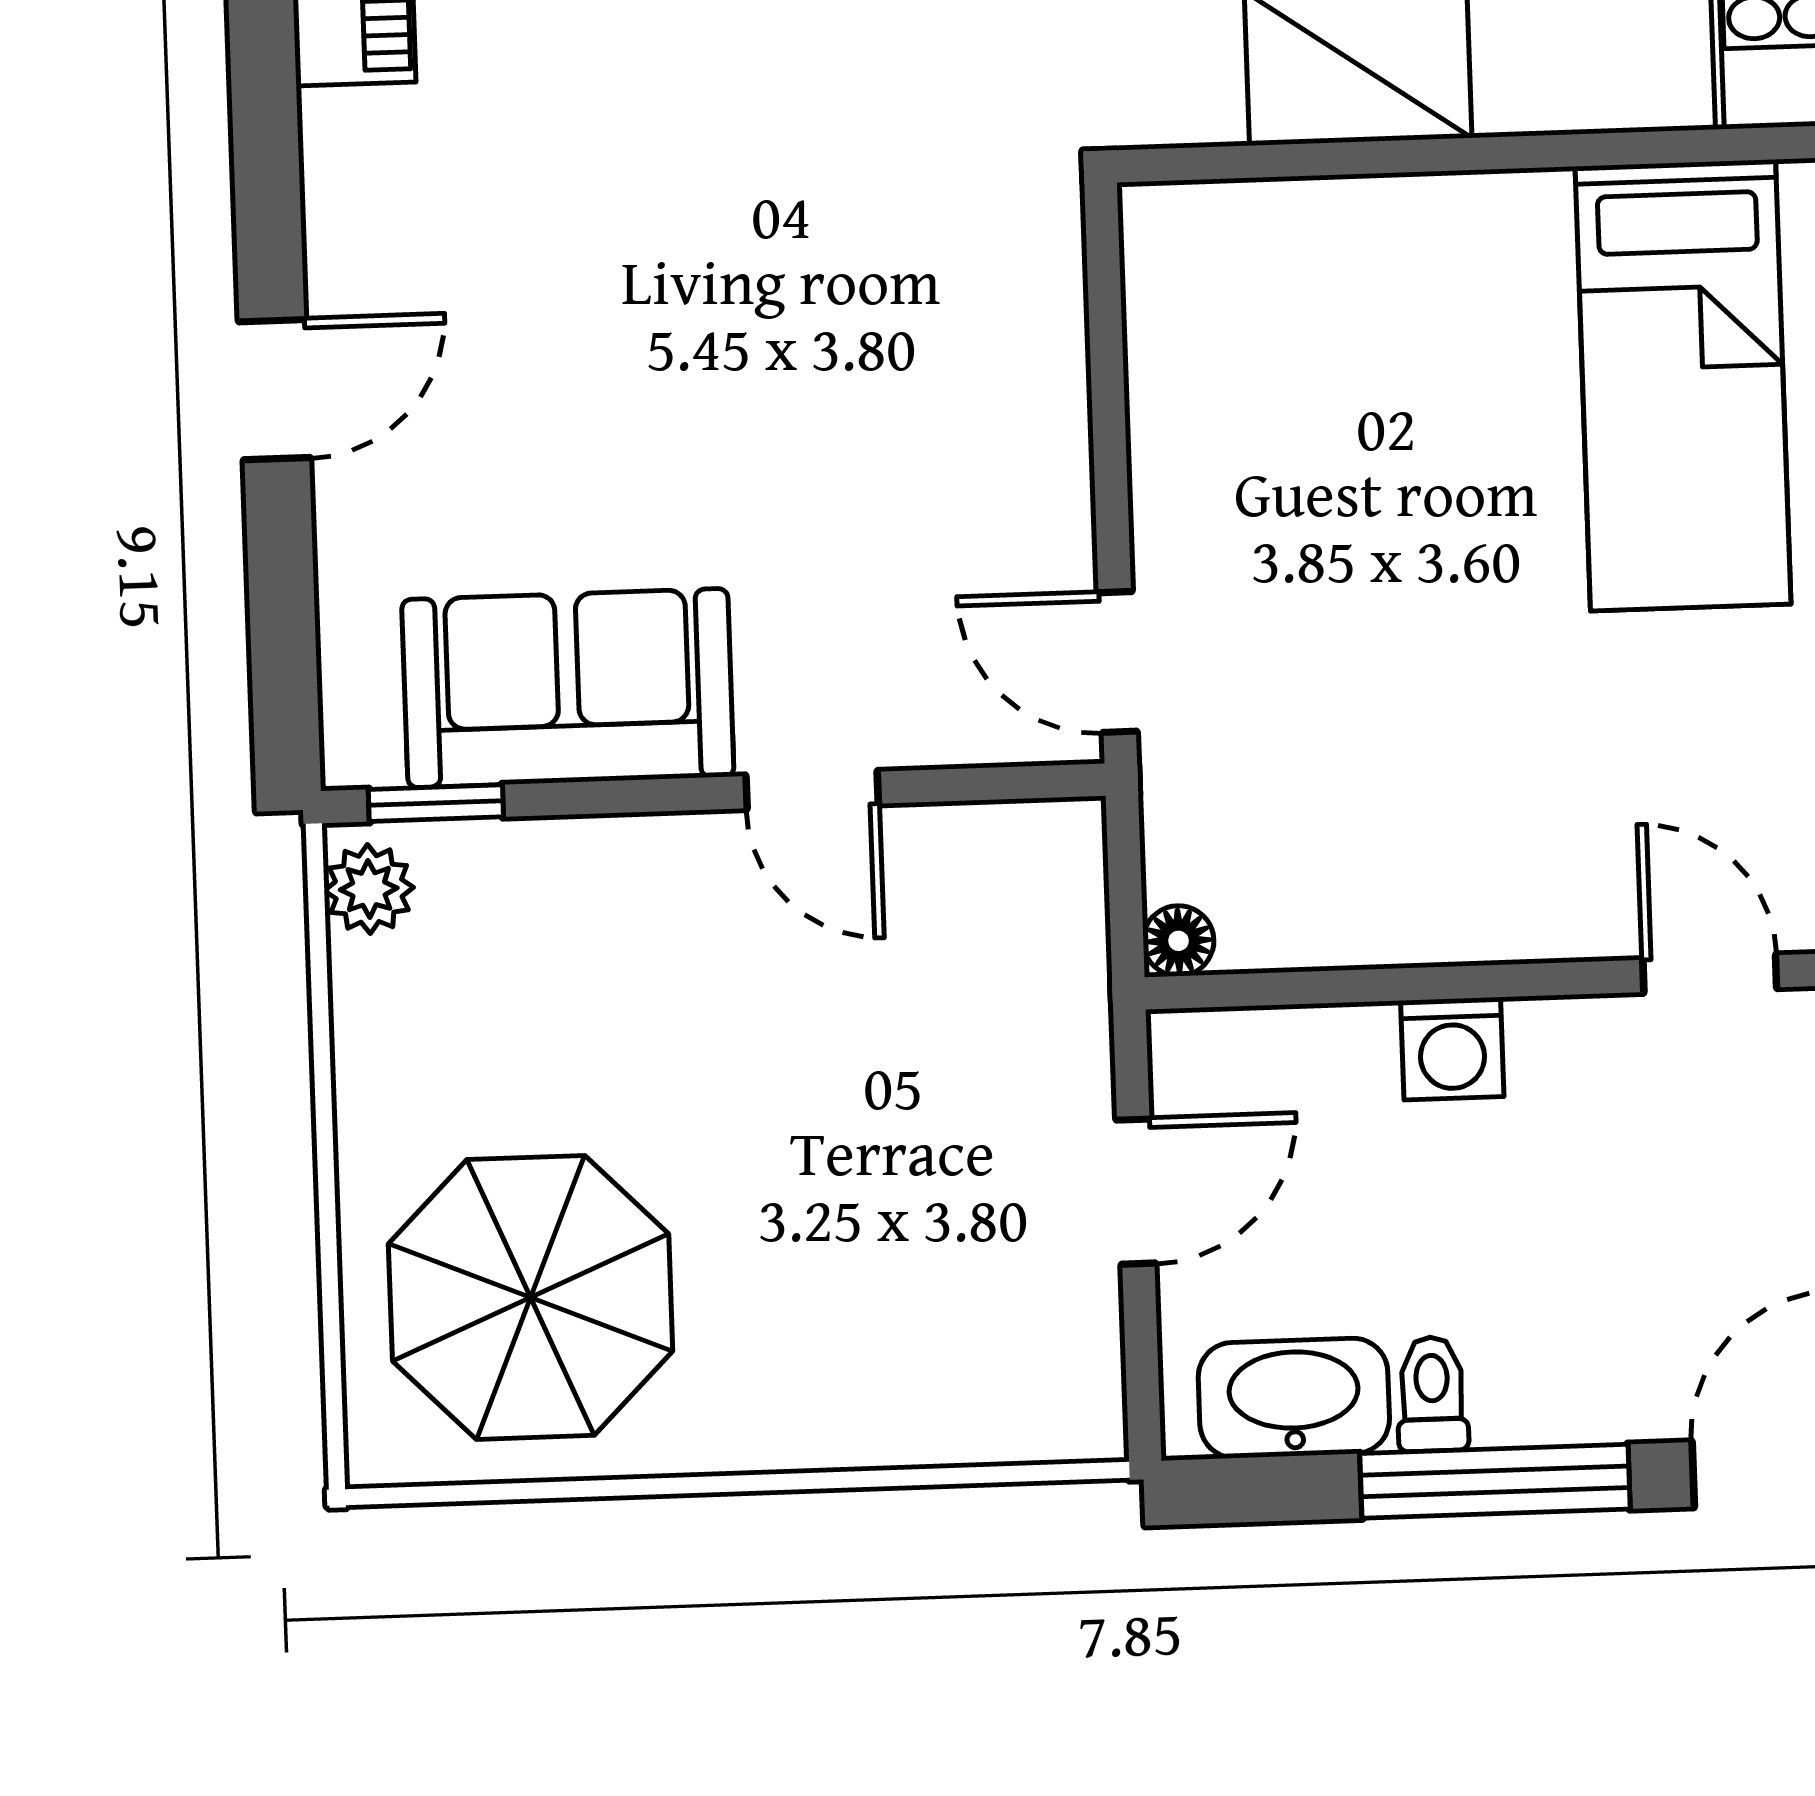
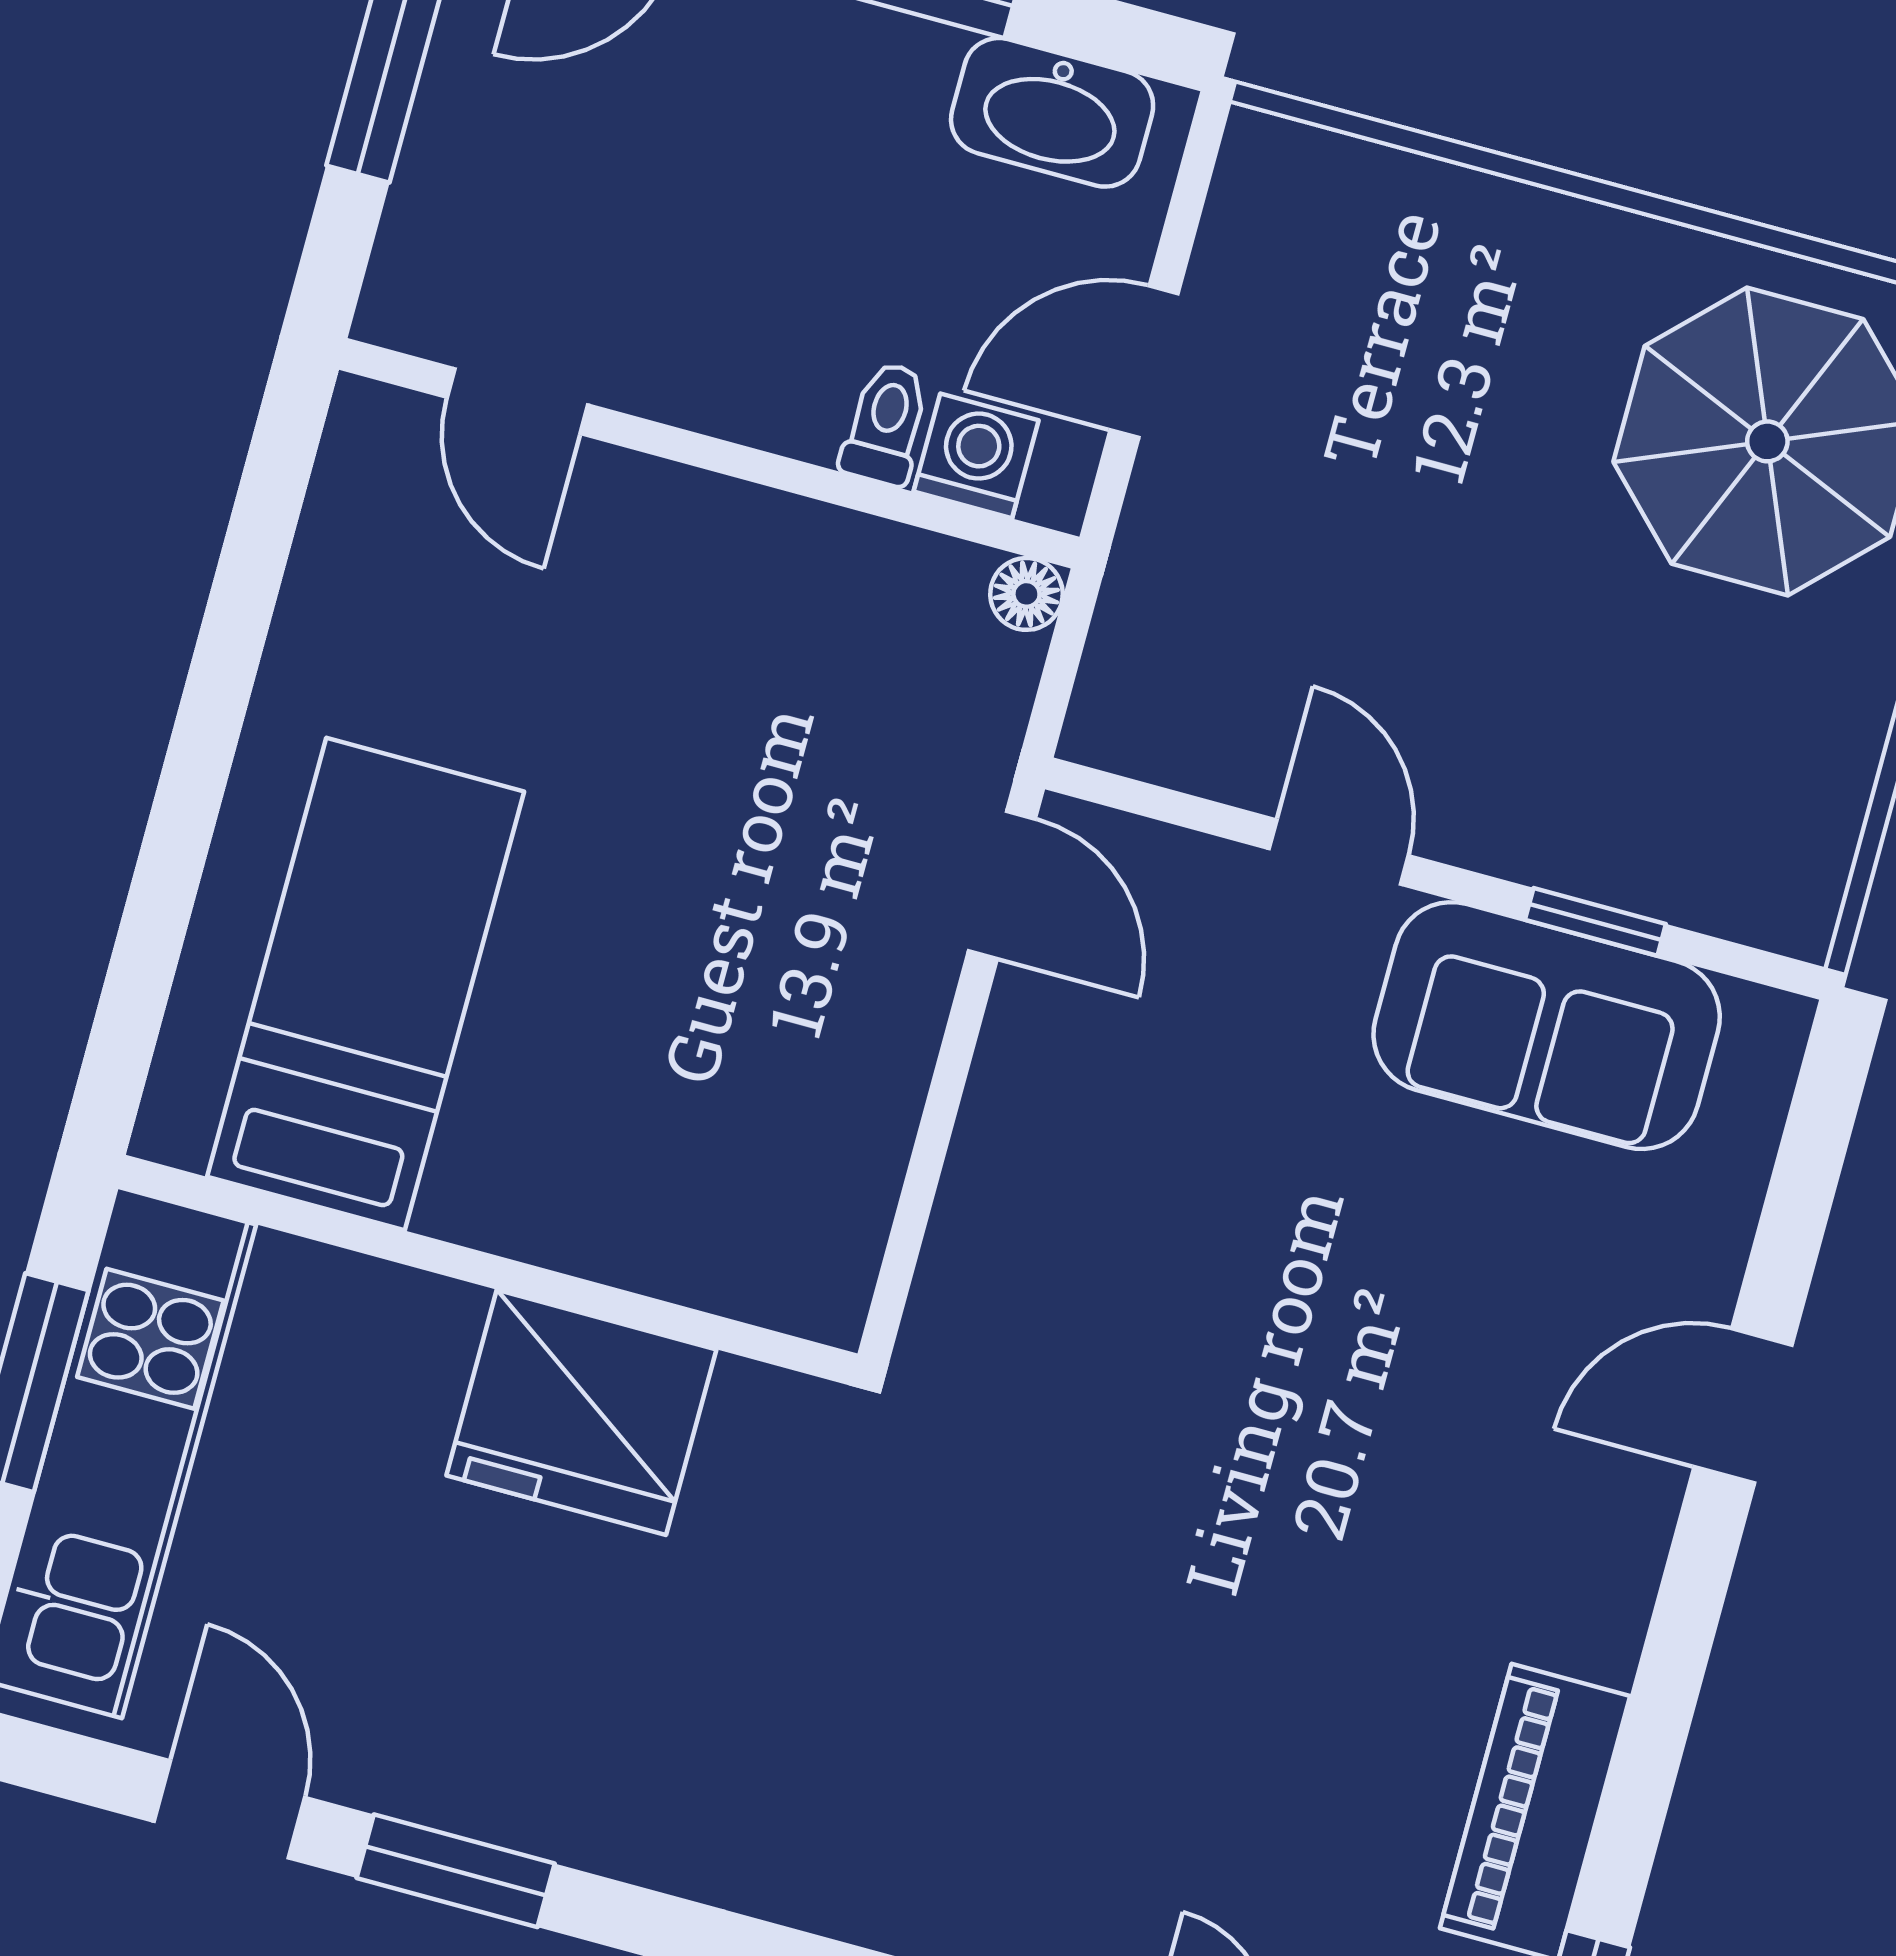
window: (436, 803) -> (1595, 922), moved
plant: (369, 889) -> (1802, 889), removed
washing machine: (1452, 1049) -> (976, 456), moved
toilet: (1432, 1394) -> (886, 424), moved, turned 180

